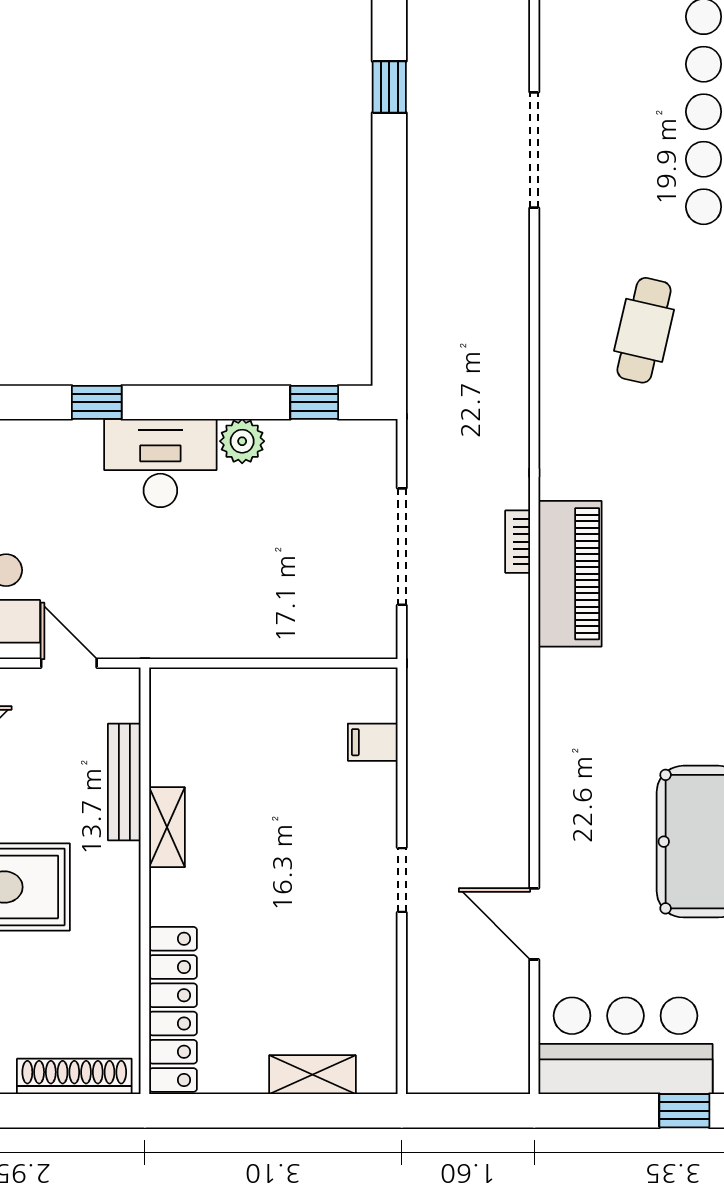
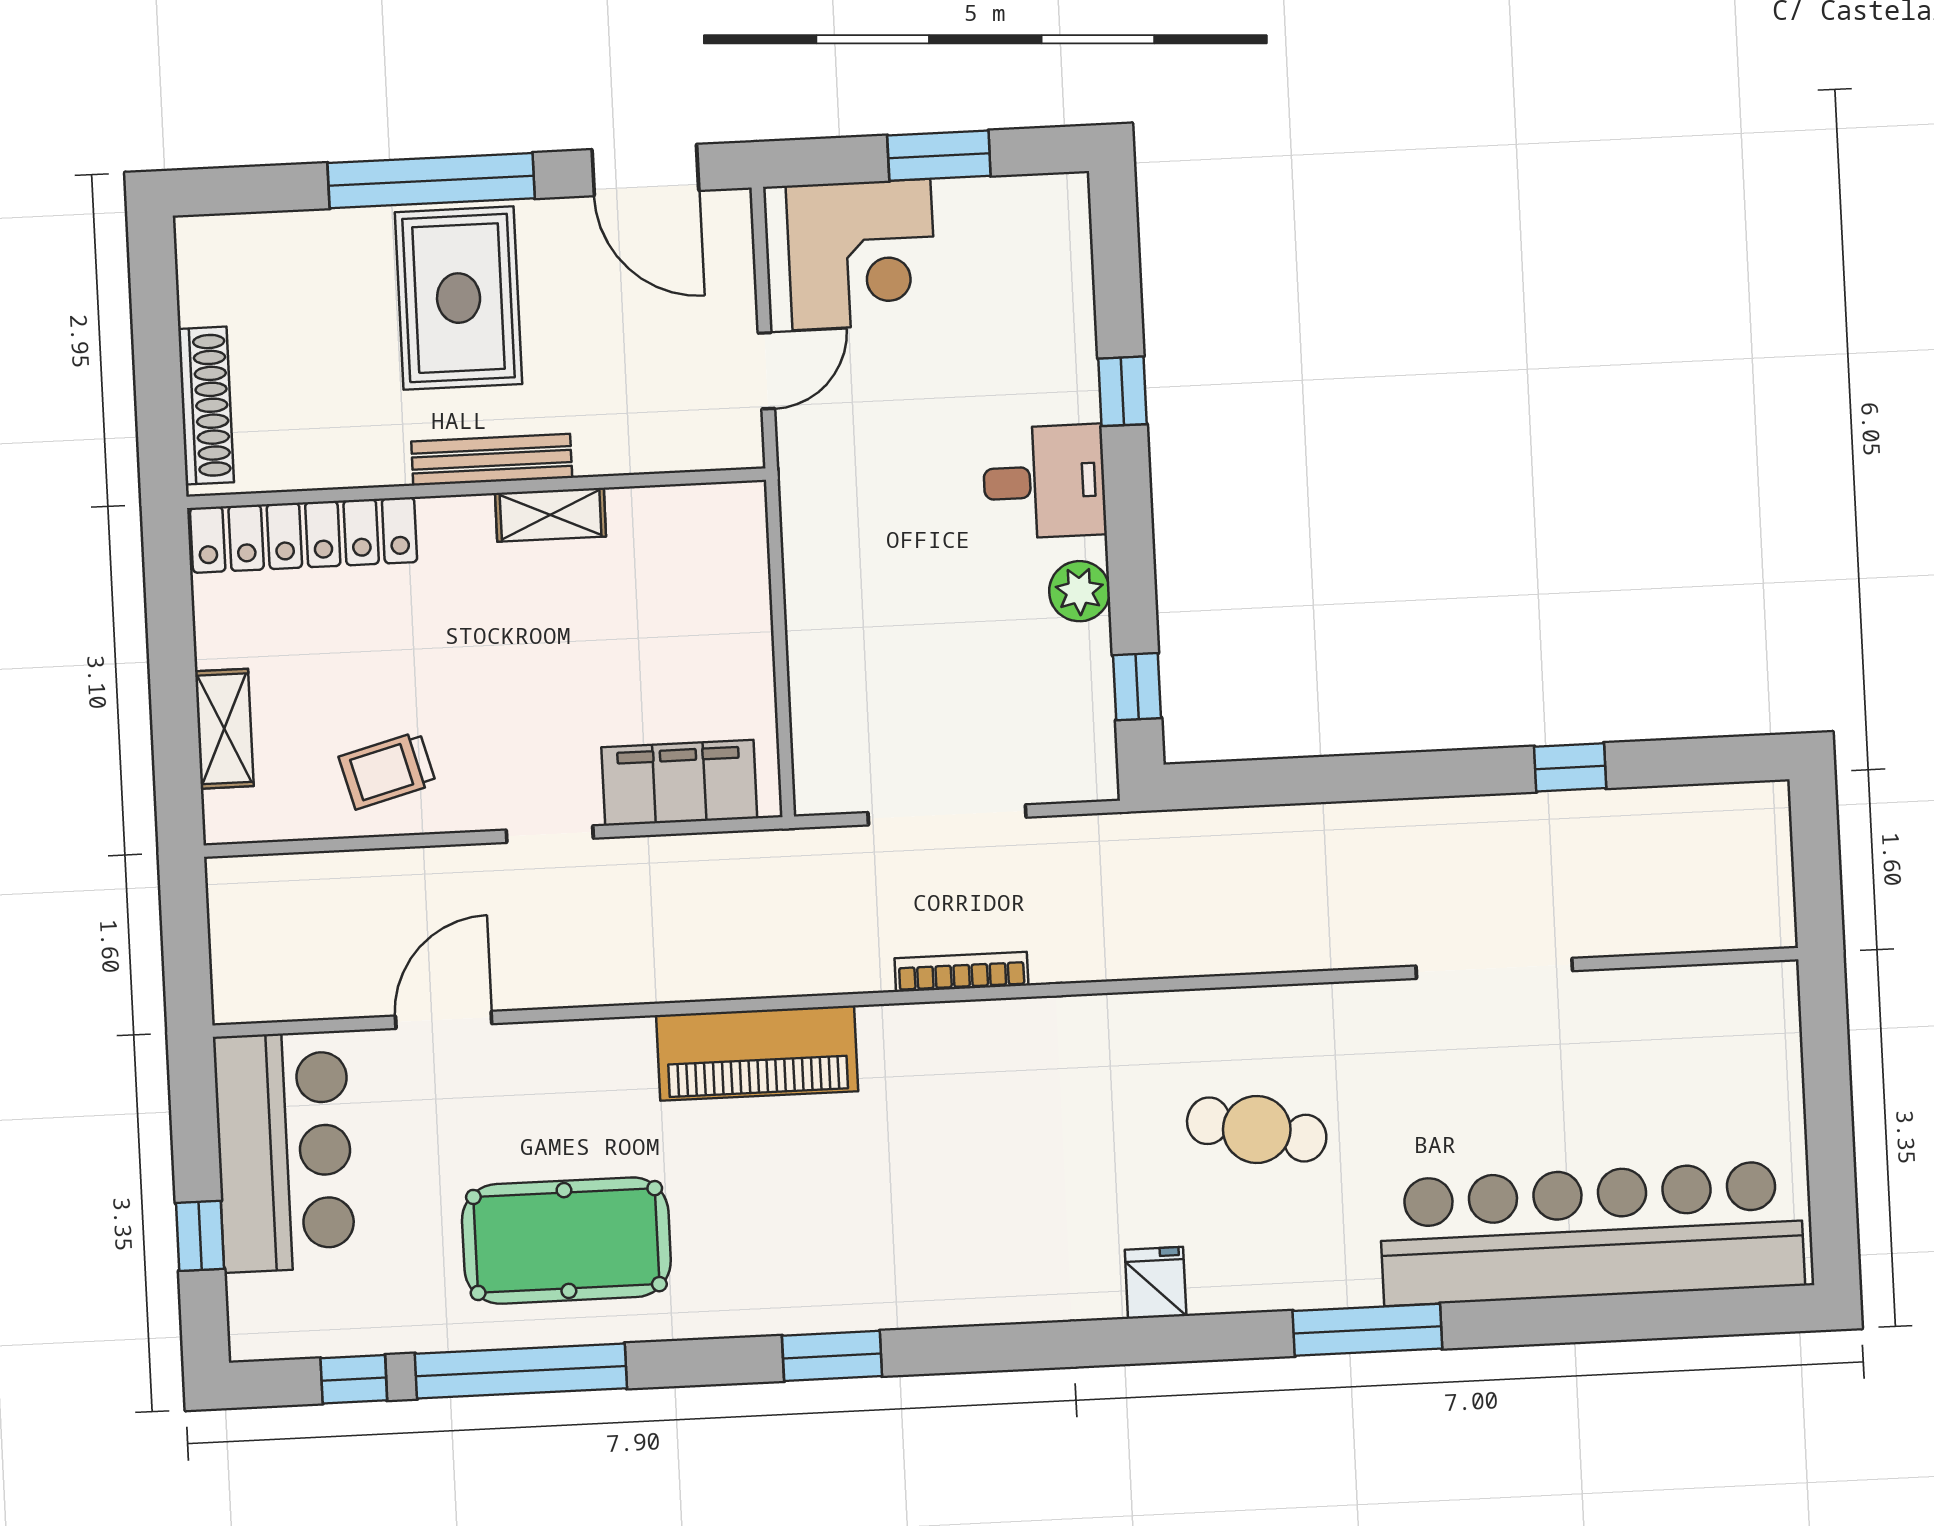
desk: (160, 463) -> (1044, 482), width x0.73
bookcase: (518, 542) -> (961, 972), width x1.56
piano: (570, 574) -> (757, 1053), moved
filing cabinet: (373, 742) -> (679, 783), width x3.00, depth x1.17
bench: (124, 782) -> (492, 460), moved
doorway: (402, 880) -> (550, 834), moved
trolley: (349, 956) -> (387, 770), added

